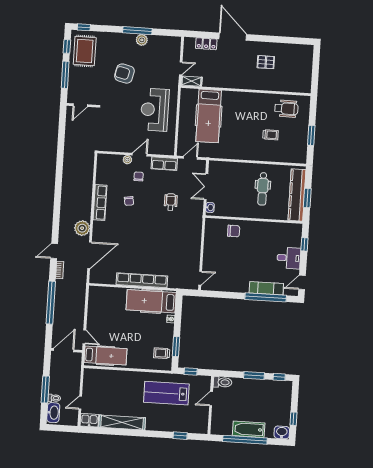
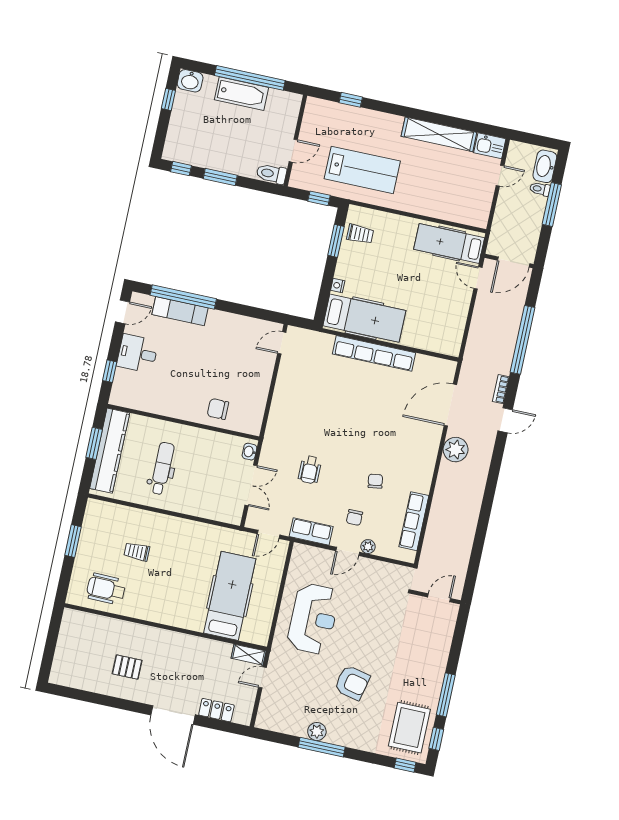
door: (80, 105) -> (439, 598), moved
wall: (82, 105) -> (436, 597), moved
row of seats: (100, 203) -> (414, 521), moved

